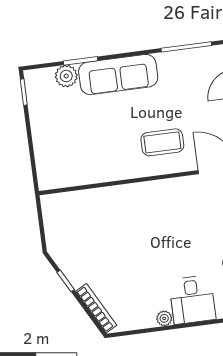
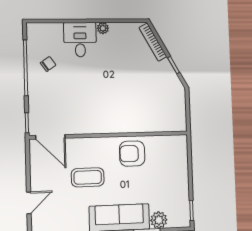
coffee table: (162, 142) -> (88, 177), moved
armchair: (110, 159) -> (132, 154), added

